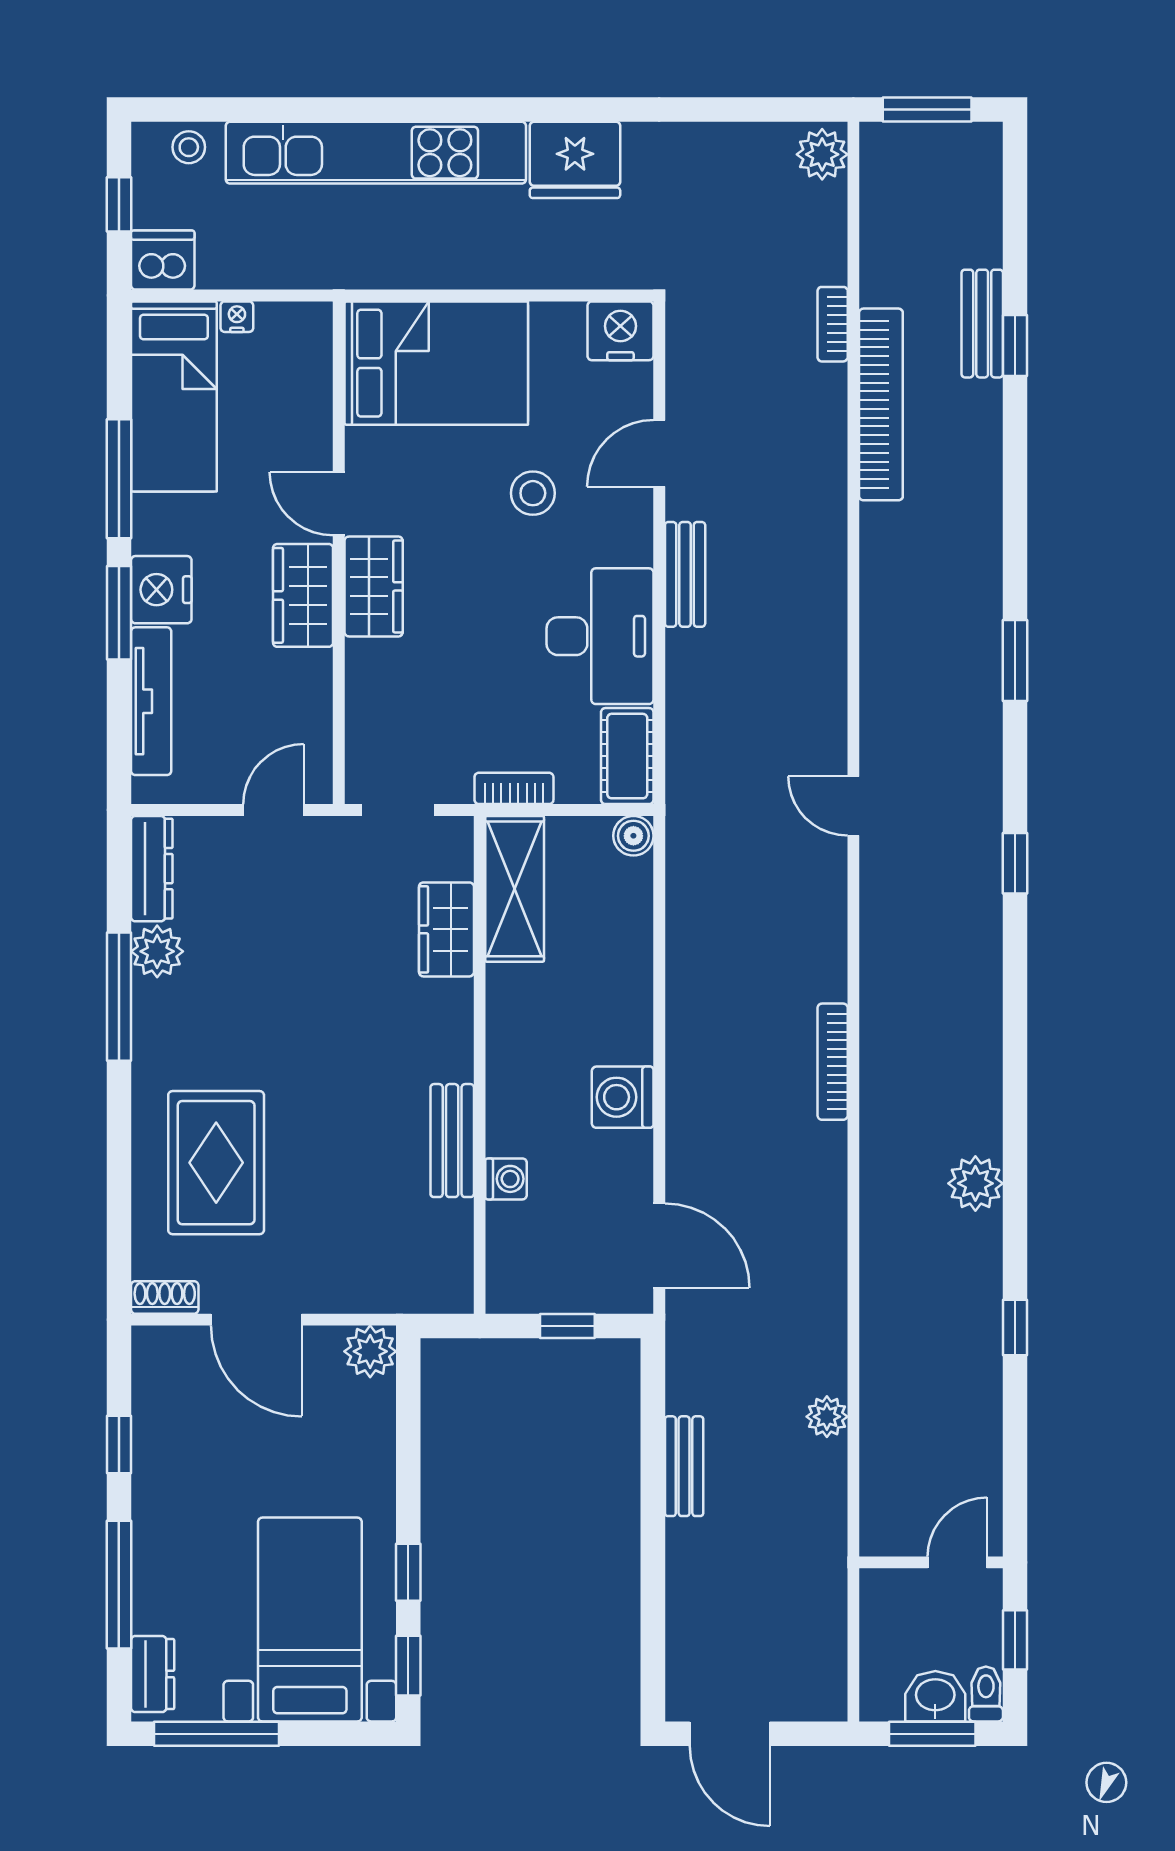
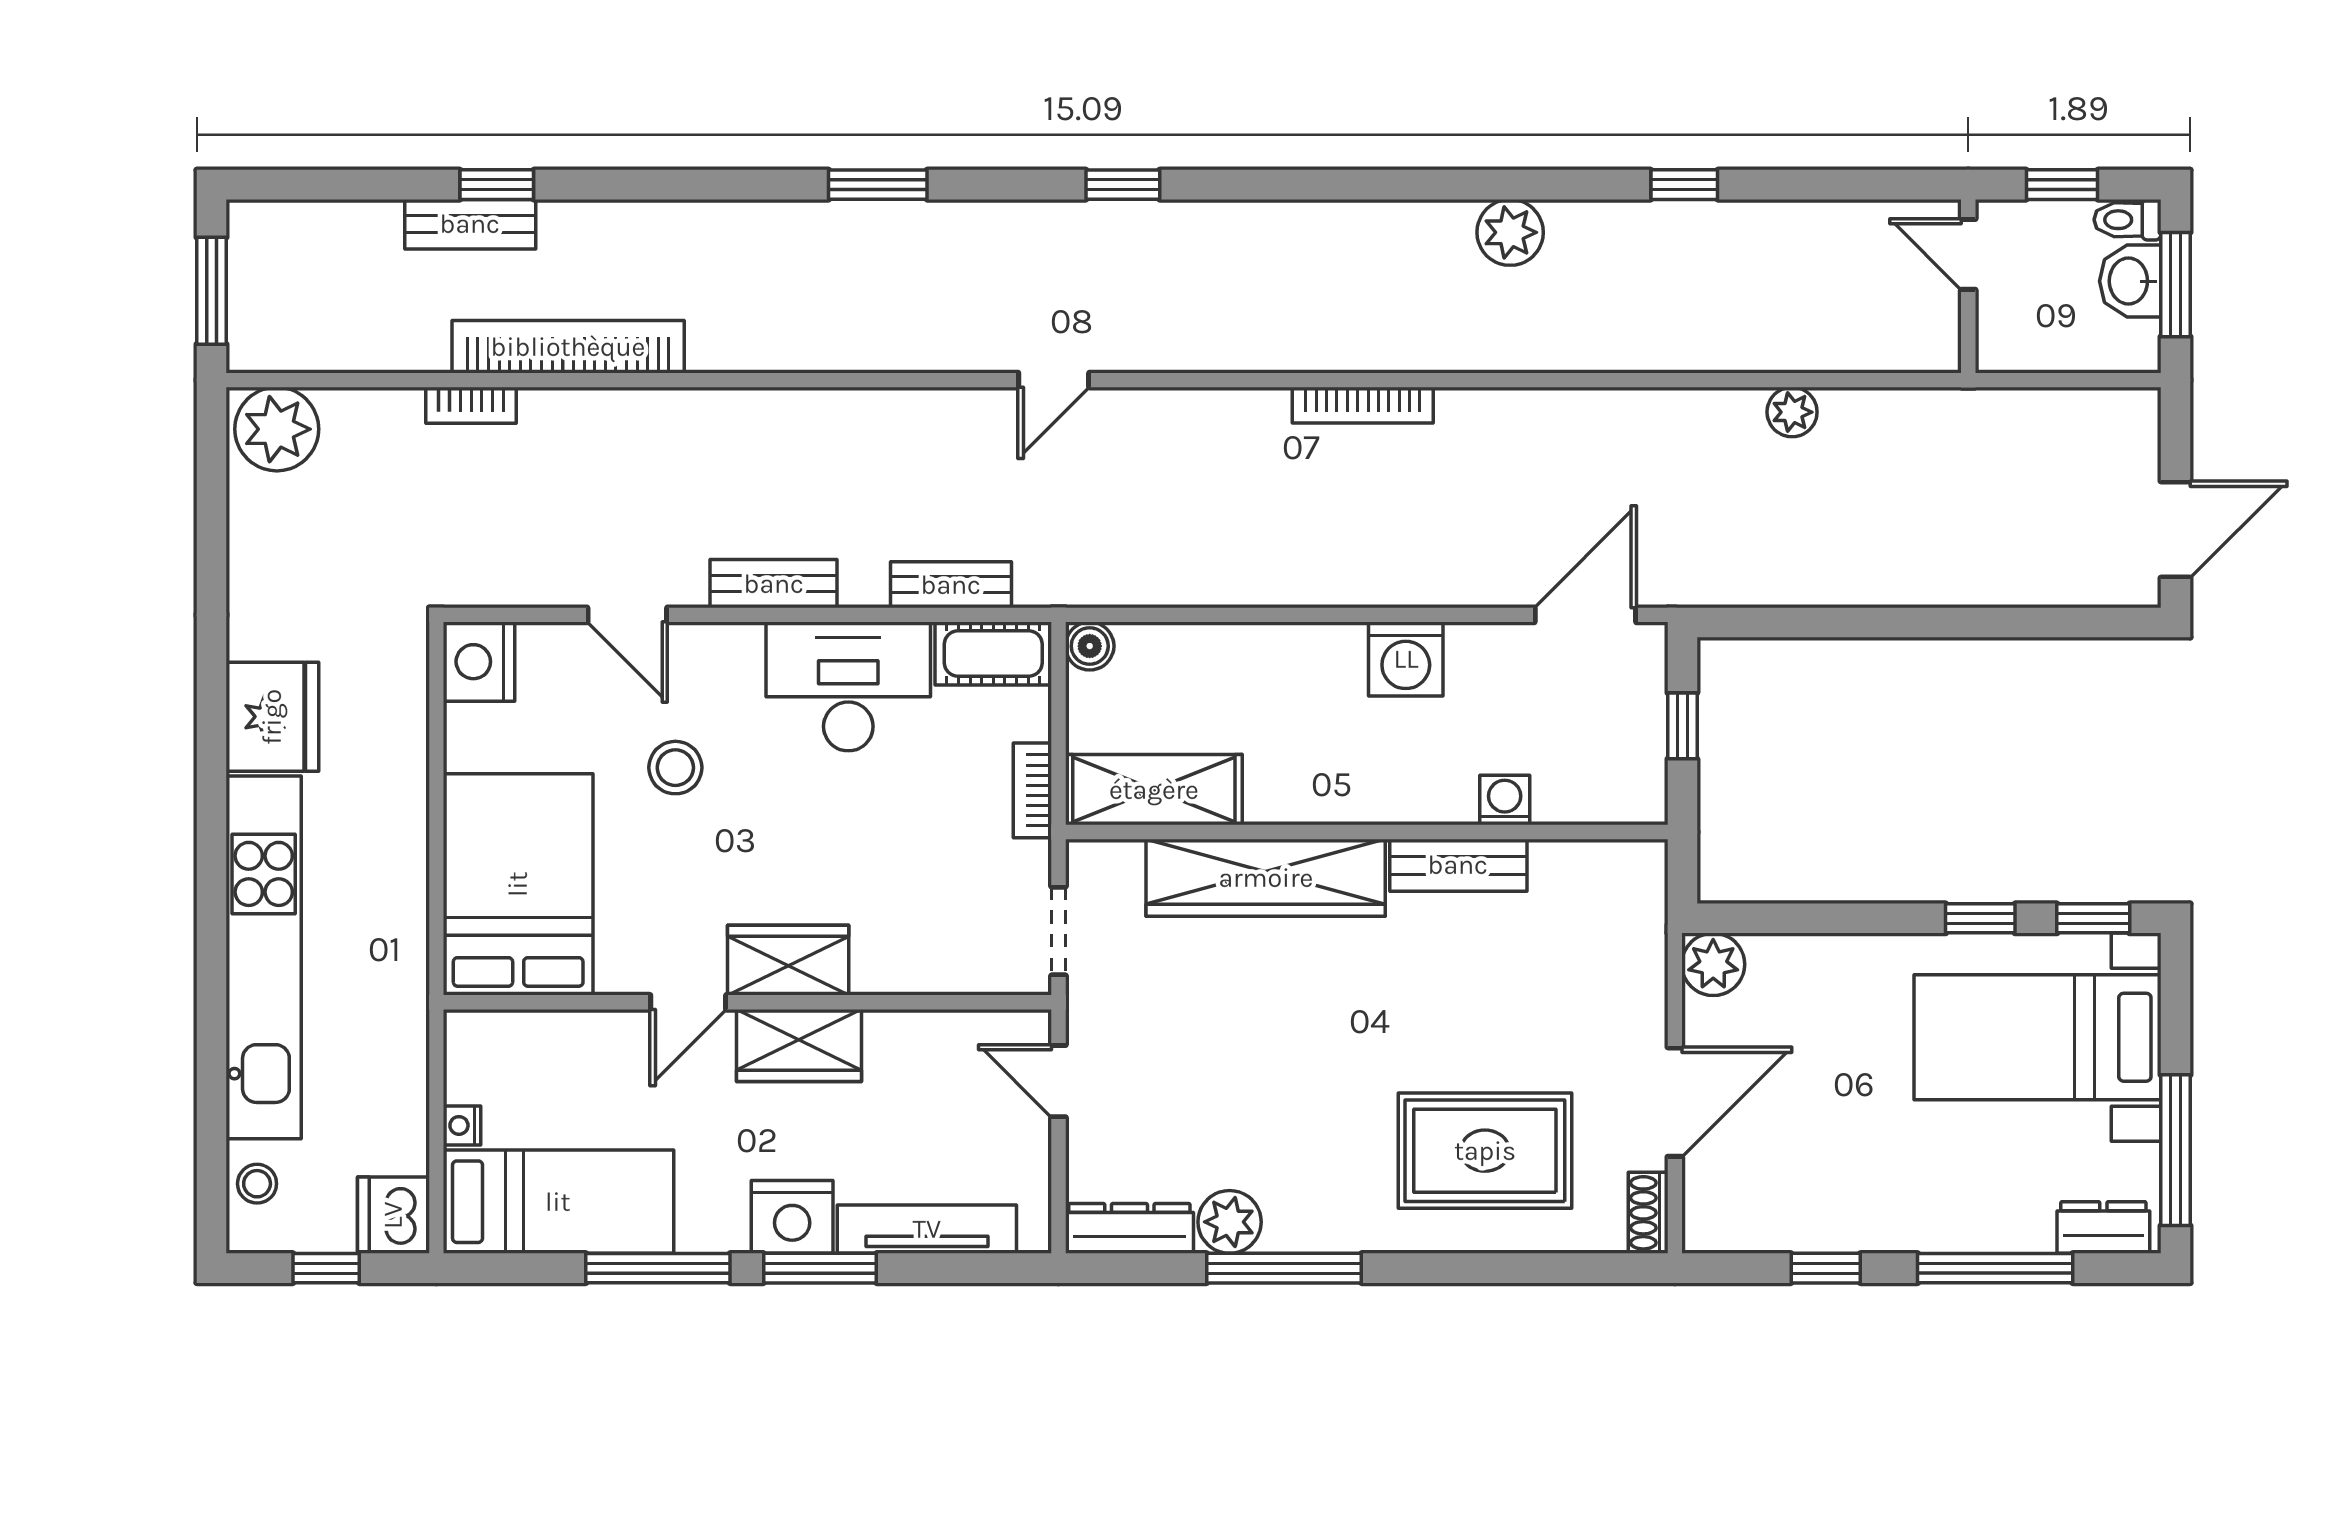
plant: (822, 154) -> (277, 429), width x1.36, depth x1.36
wardrobe: (446, 929) -> (1266, 878), width x2.10, depth x1.17
bench: (684, 1466) -> (951, 585), moved

